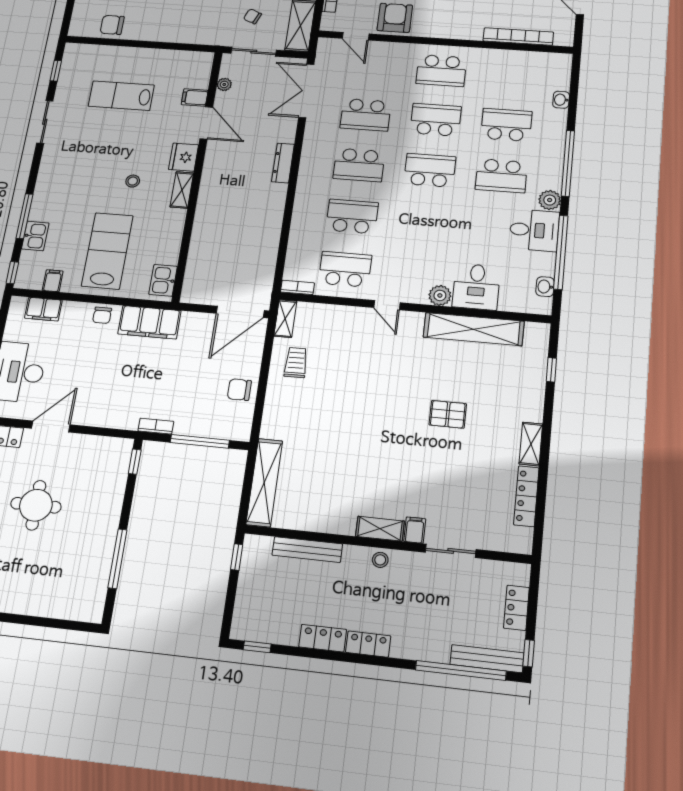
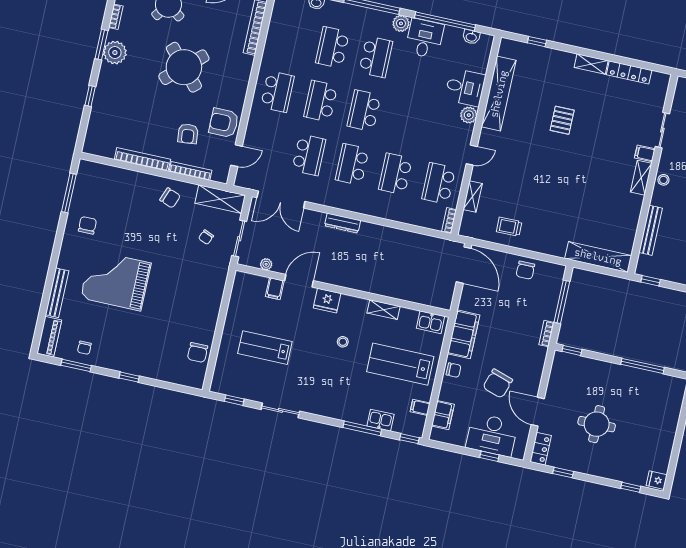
lab bench: (121, 96) -> (265, 348), turned 90
school desk: (359, 165) -> (352, 164), turned 180
shelving: (182, 190) -> (383, 310), moved
shelving: (285, 319) -> (473, 196), moved, turned 90
chair: (87, 372) -> (498, 384), added

